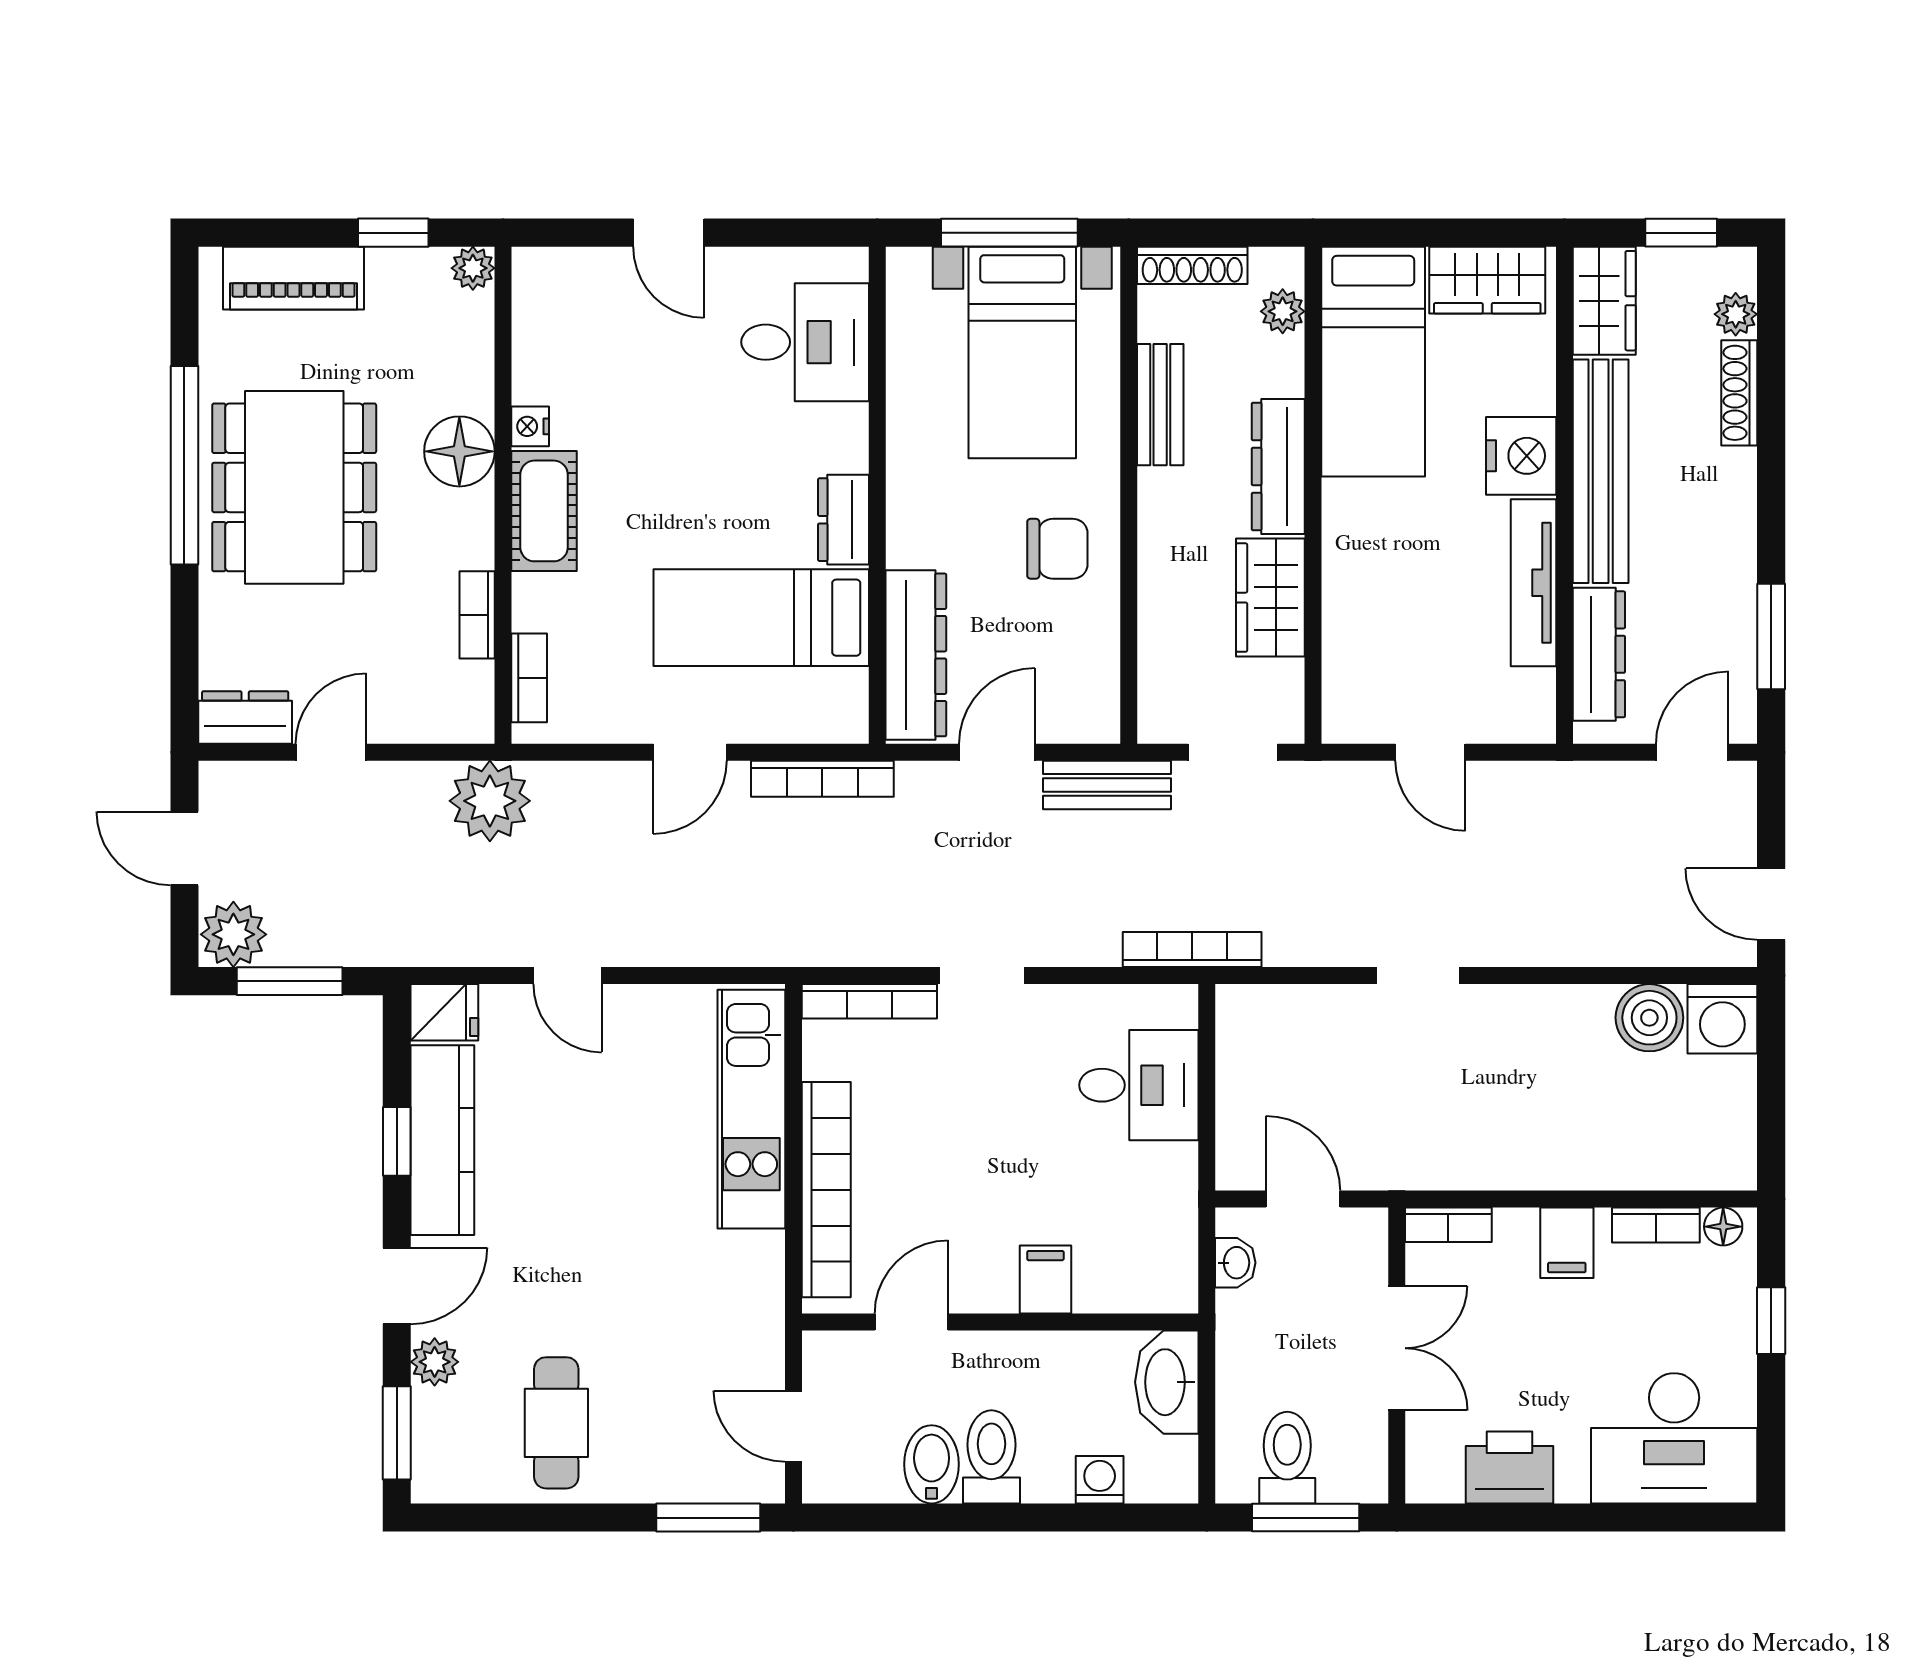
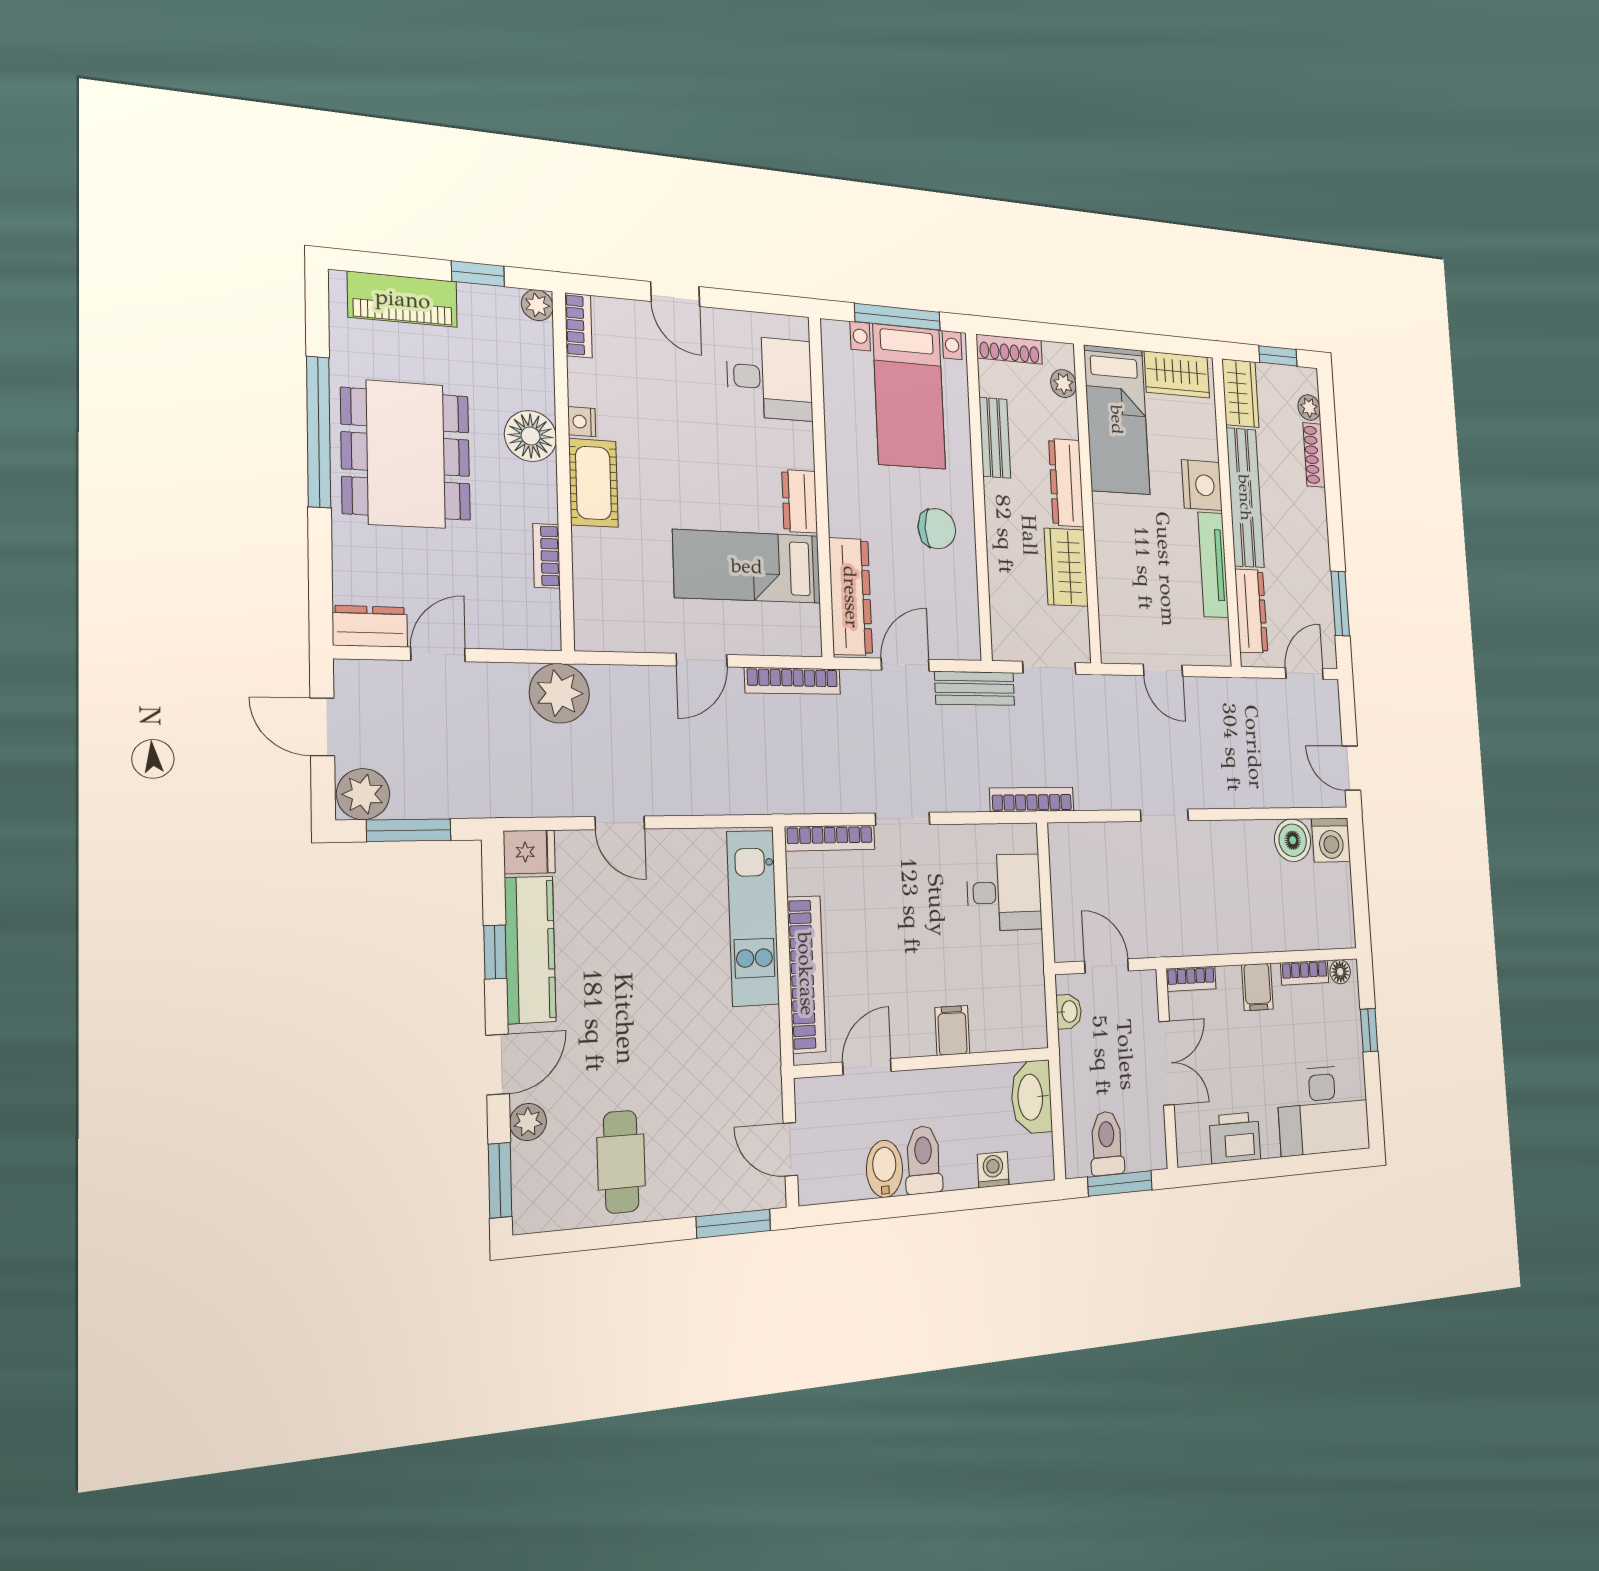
bookcase: (529, 678) -> (578, 325), moved

